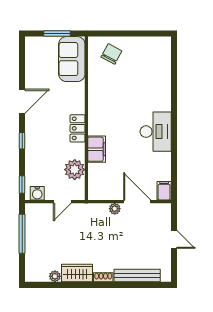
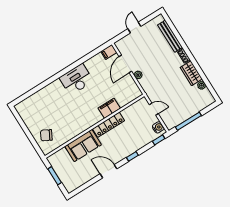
sofa: (72, 59) -> (83, 146), moved
locker: (78, 128) -> (109, 125), width x1.53
plant: (75, 170) -> (130, 114), removed

